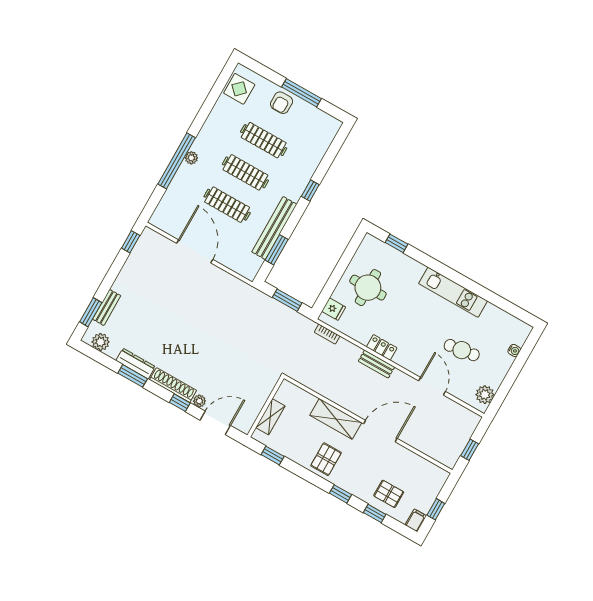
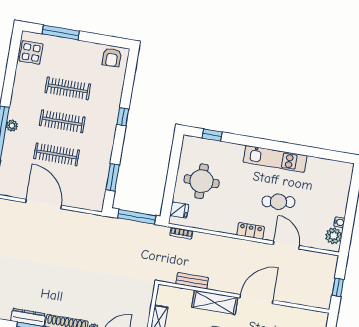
window: (302, 93) -> (61, 32), moved
armchair: (282, 103) -> (112, 58), moved
bench: (274, 228) -> (104, 160), removed
window: (287, 300) -> (137, 217), width x1.44
locker: (382, 347) -> (251, 231), moved
cafe table: (462, 350) -> (278, 202), moved
water cooler: (514, 350) -> (339, 222), moved
bench: (376, 364) -> (192, 281), moved

